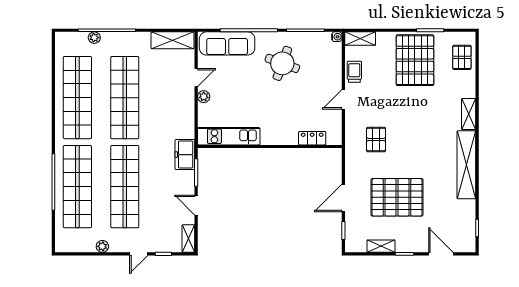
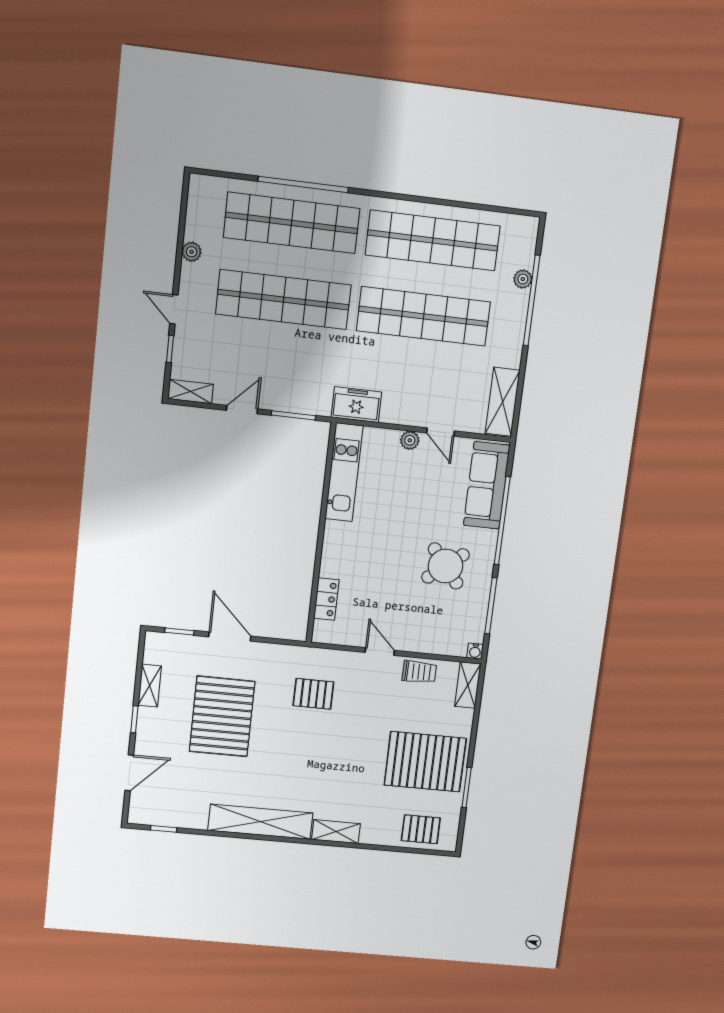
round table: (282, 63) -> (445, 566), turned 31
freezer: (185, 155) -> (356, 405), moved

